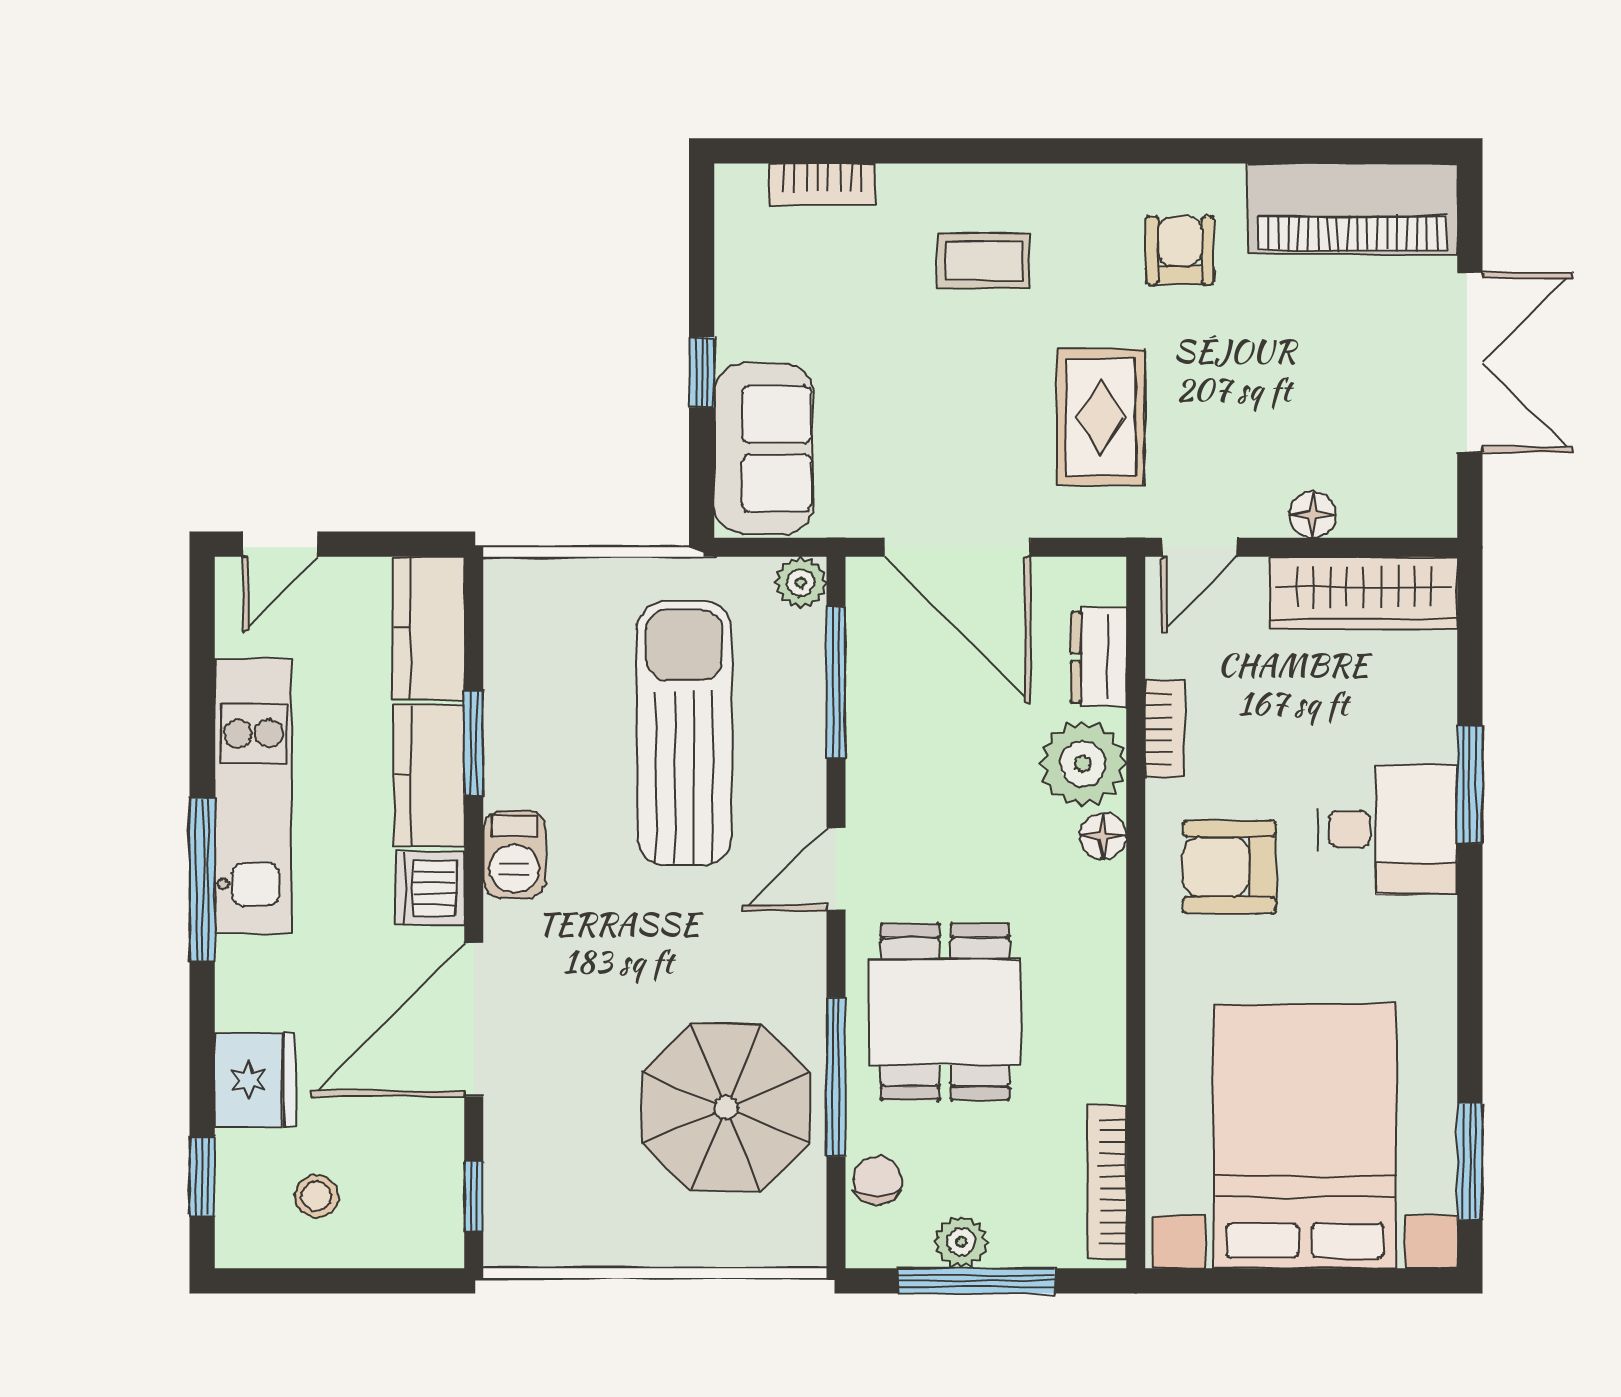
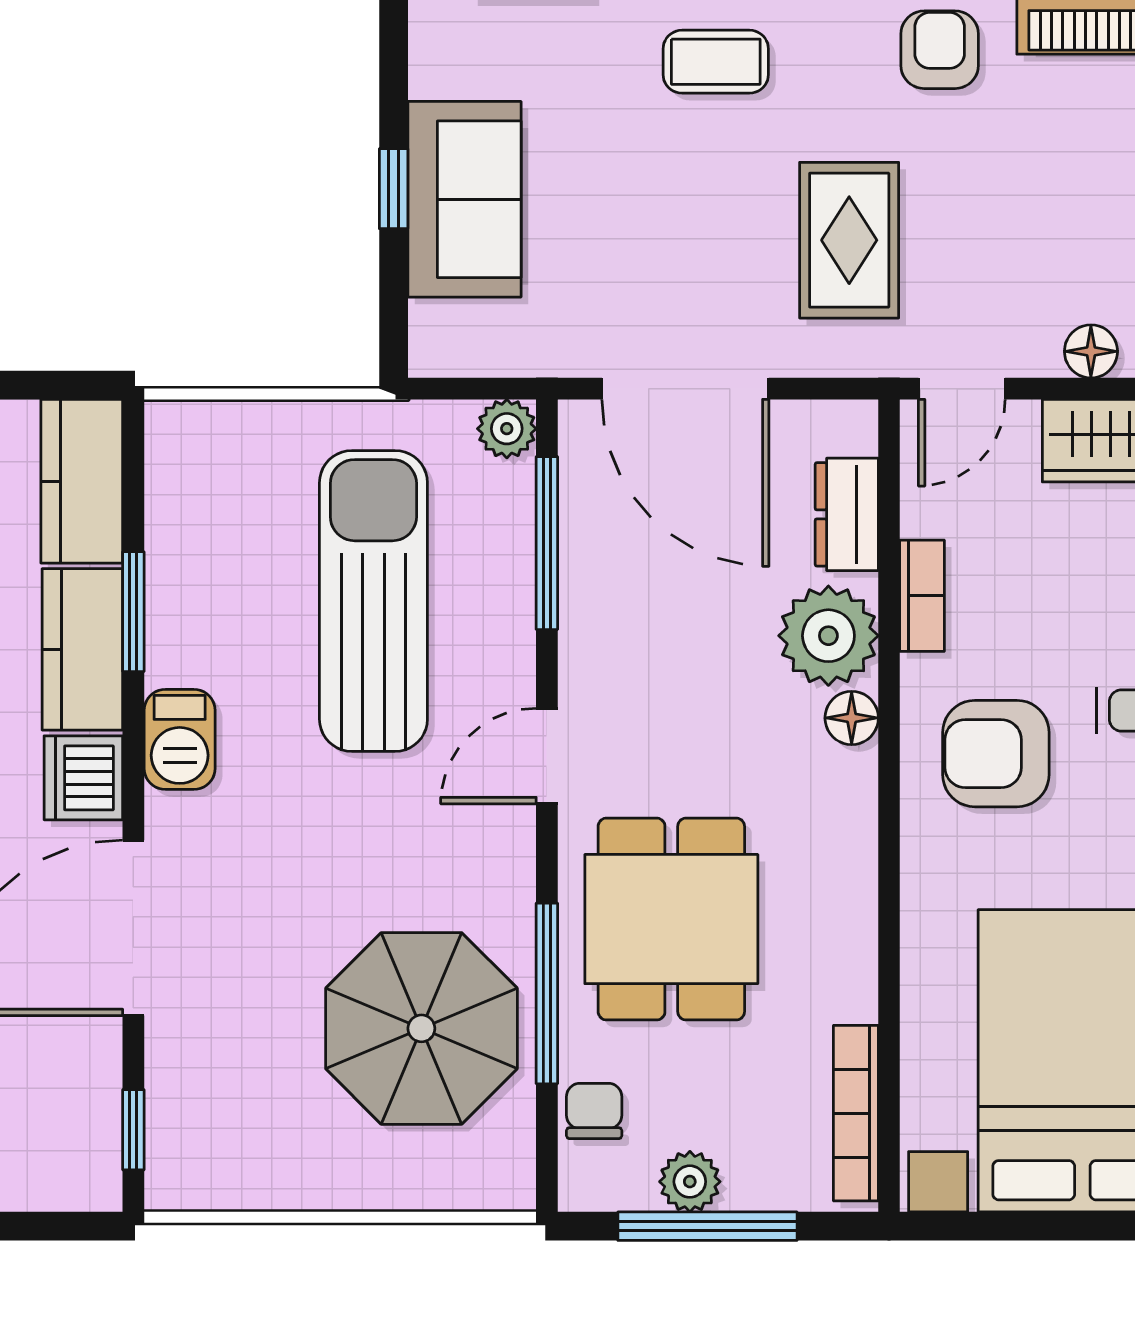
sofa: (764, 449) -> (464, 199), moved

